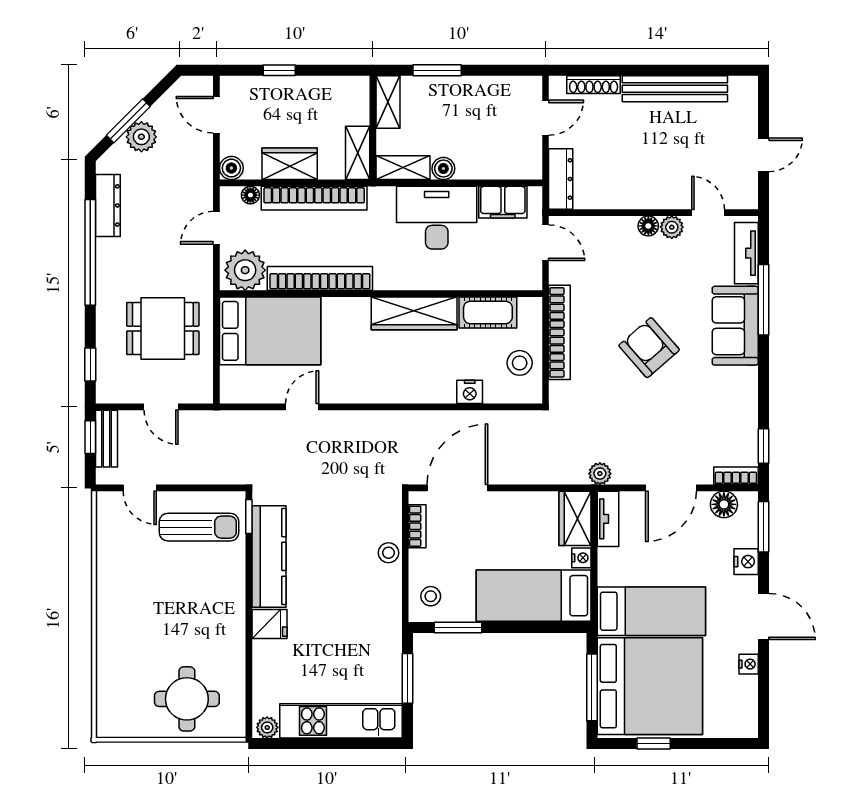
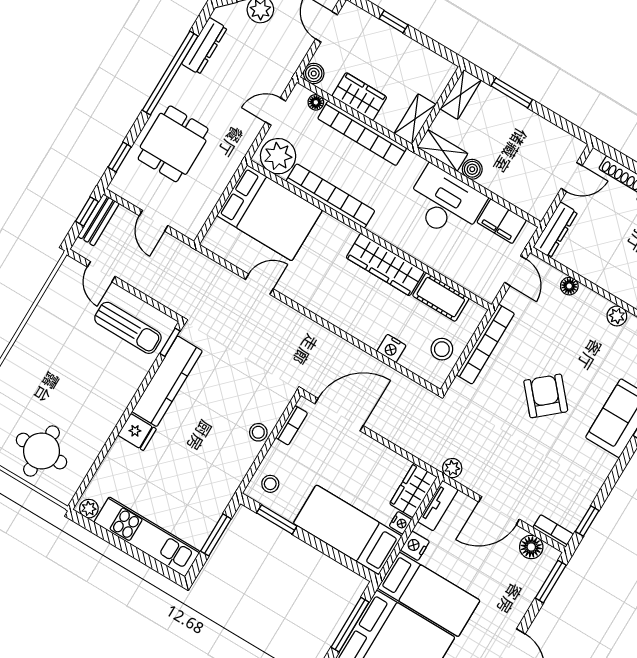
floor lamp: (648, 226) -> (569, 286), moved
dining table: (163, 329) -> (173, 144), moved, turned 90
nightstand: (746, 562) -> (415, 546), moved, turned 180

